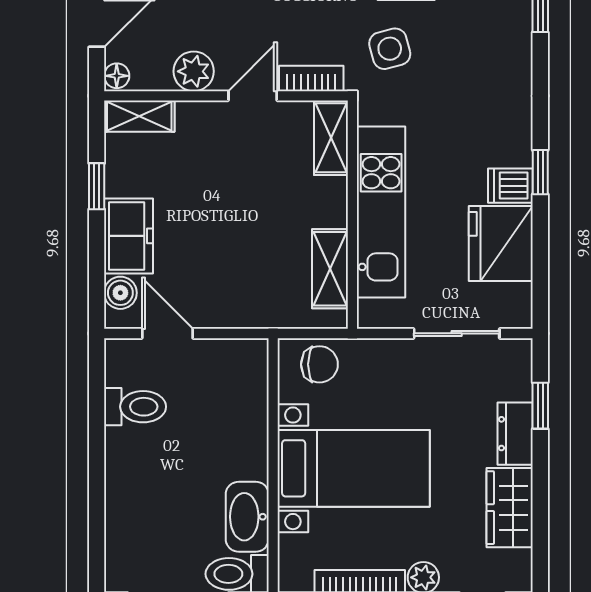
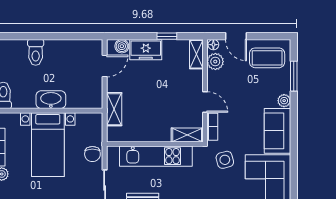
plant: (194, 71) -> (215, 62), moved
shelving: (330, 269) -> (114, 109), moved, turned 90
chair: (319, 364) -> (92, 154), moved
toilet: (135, 407) -> (36, 52), moved
washbasin: (247, 517) -> (51, 100), moved

